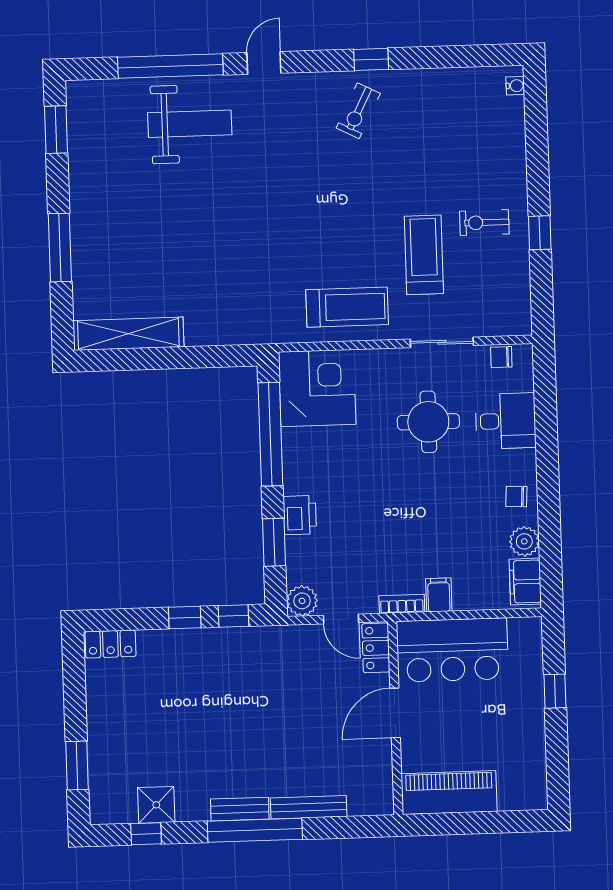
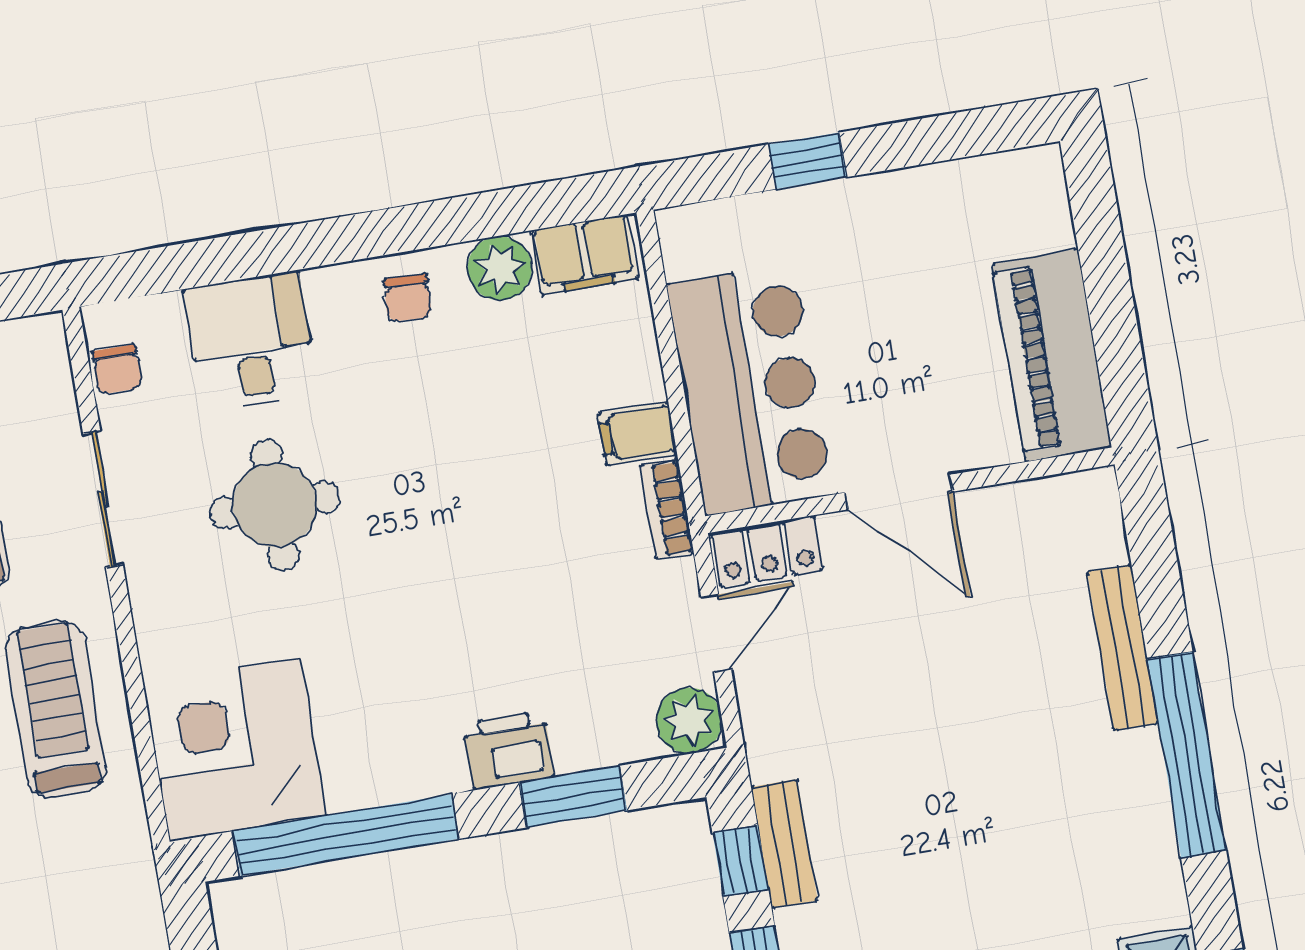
bench: (240, 809) -> (784, 844), moved

